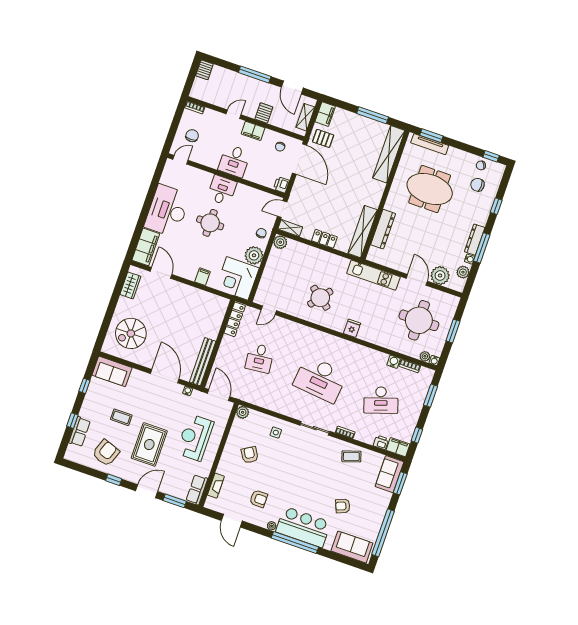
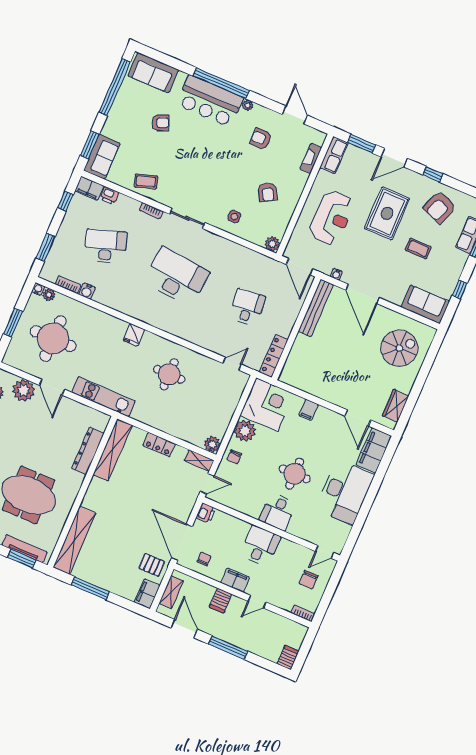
round table: (320, 298) -> (169, 374), turned -38

